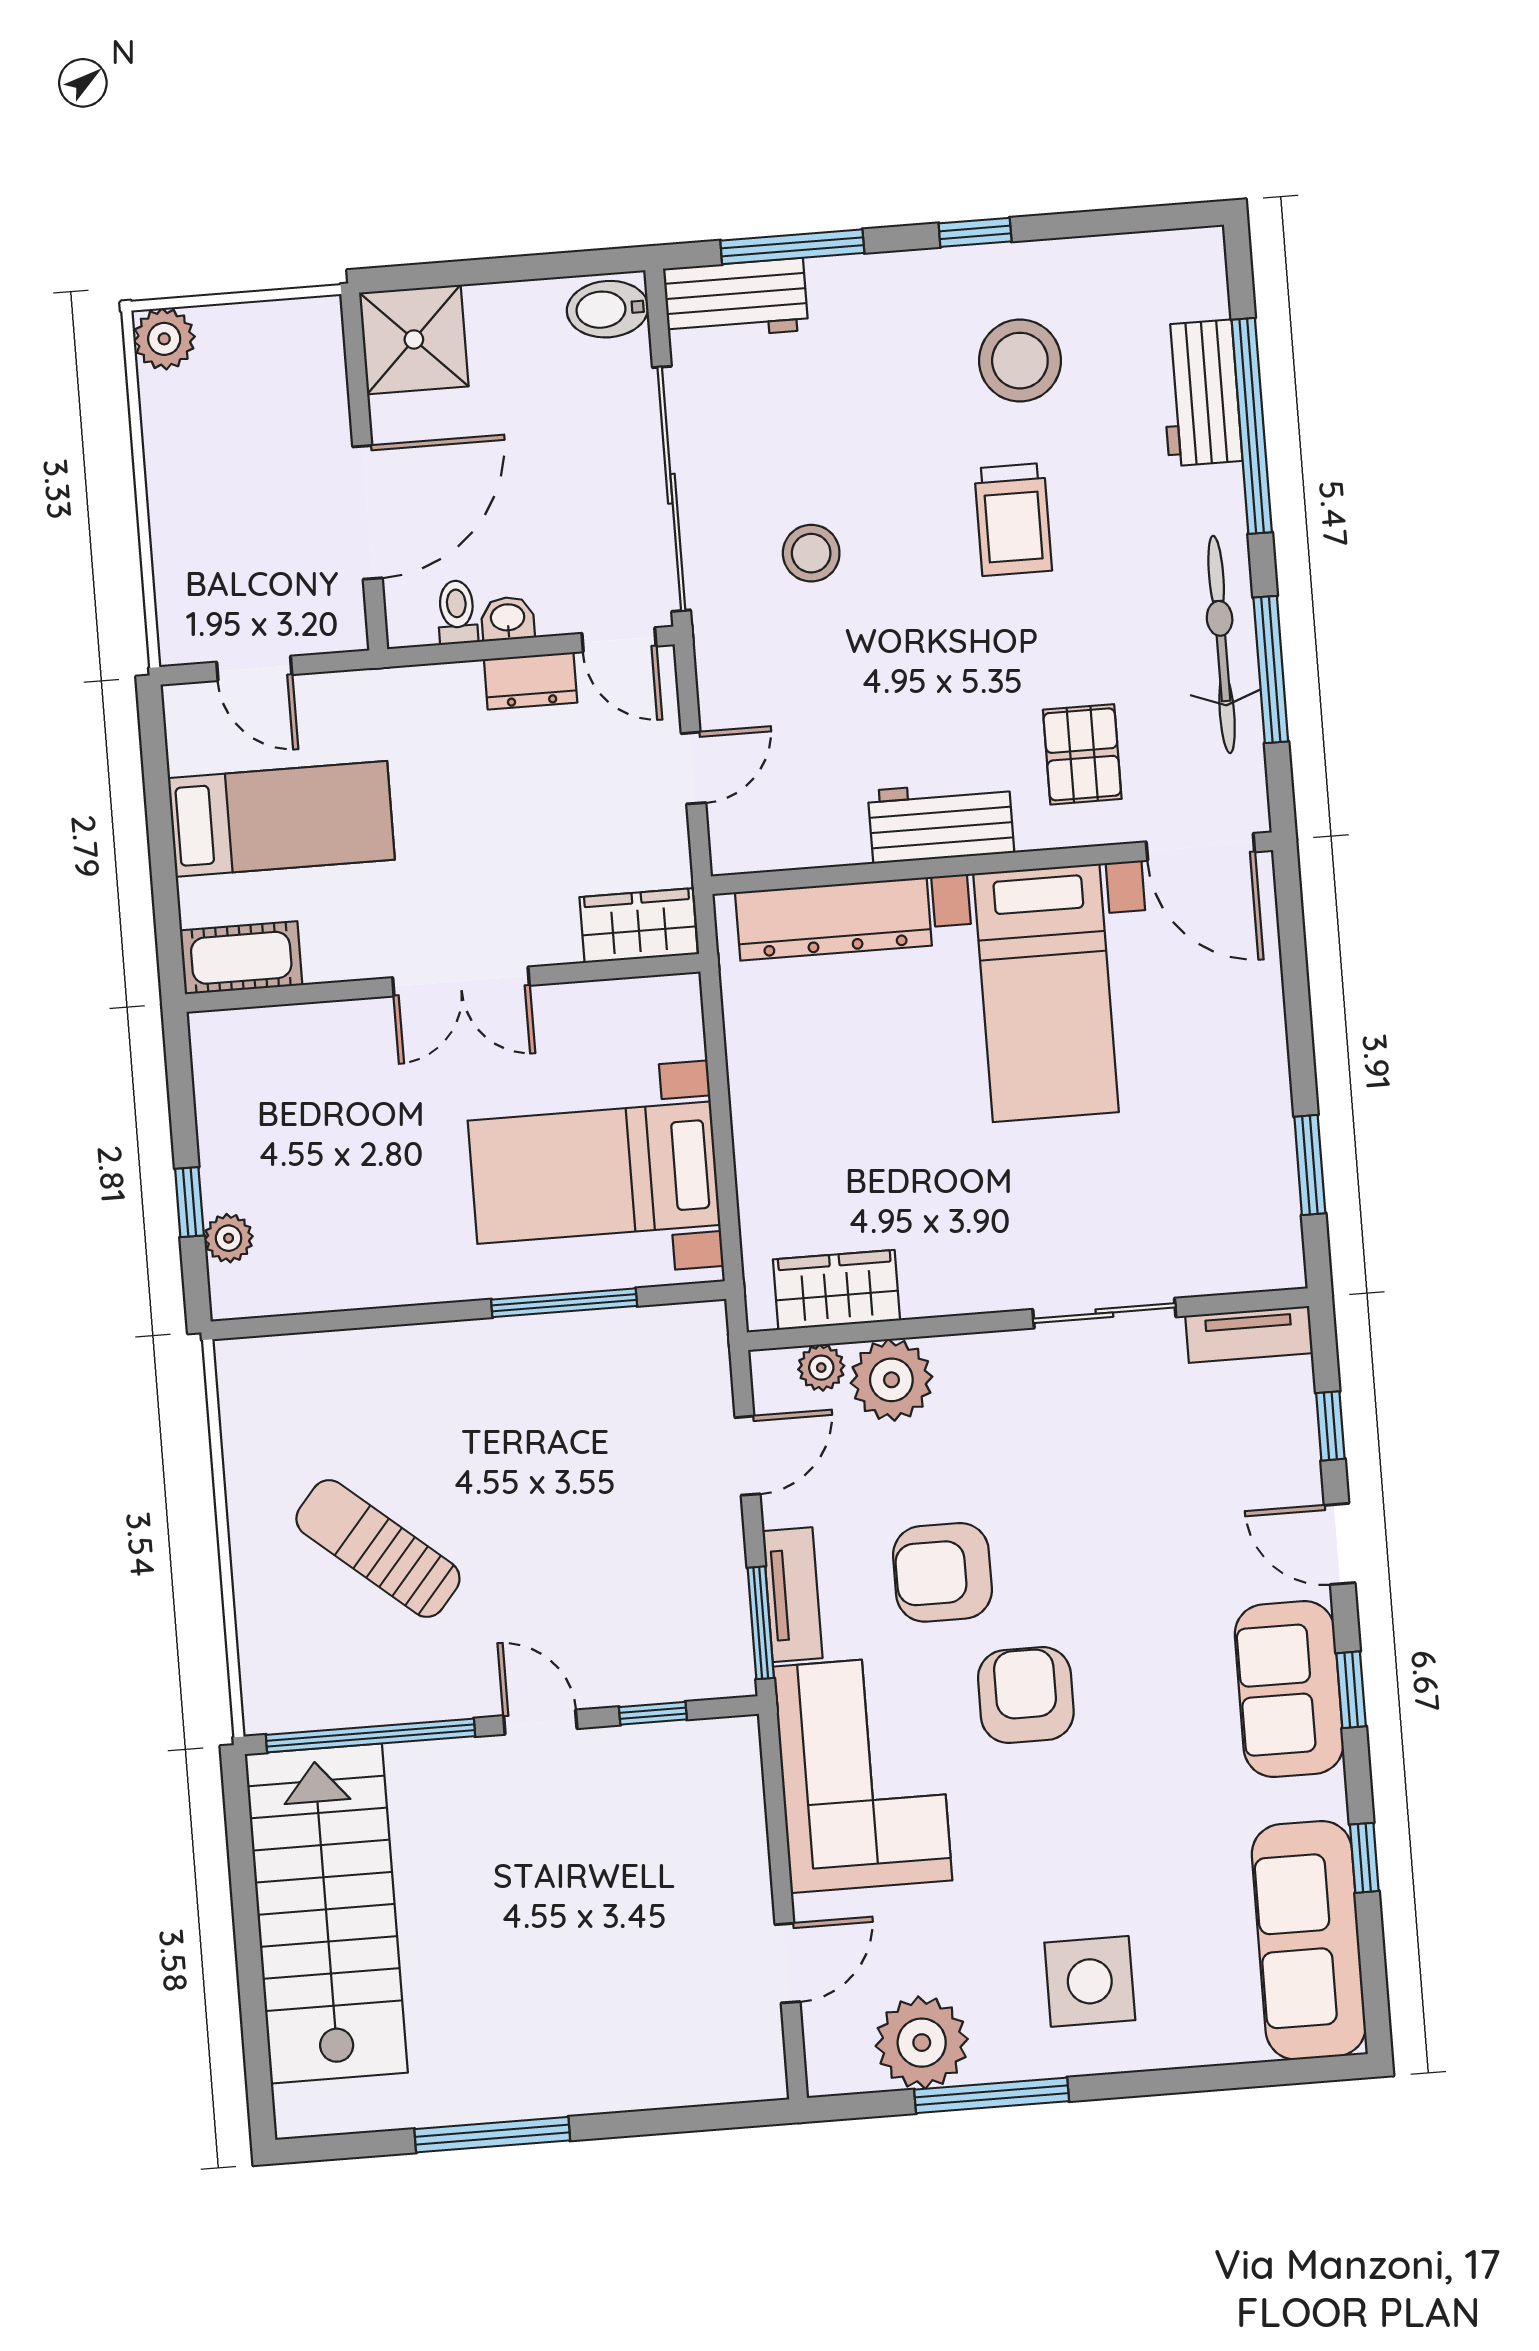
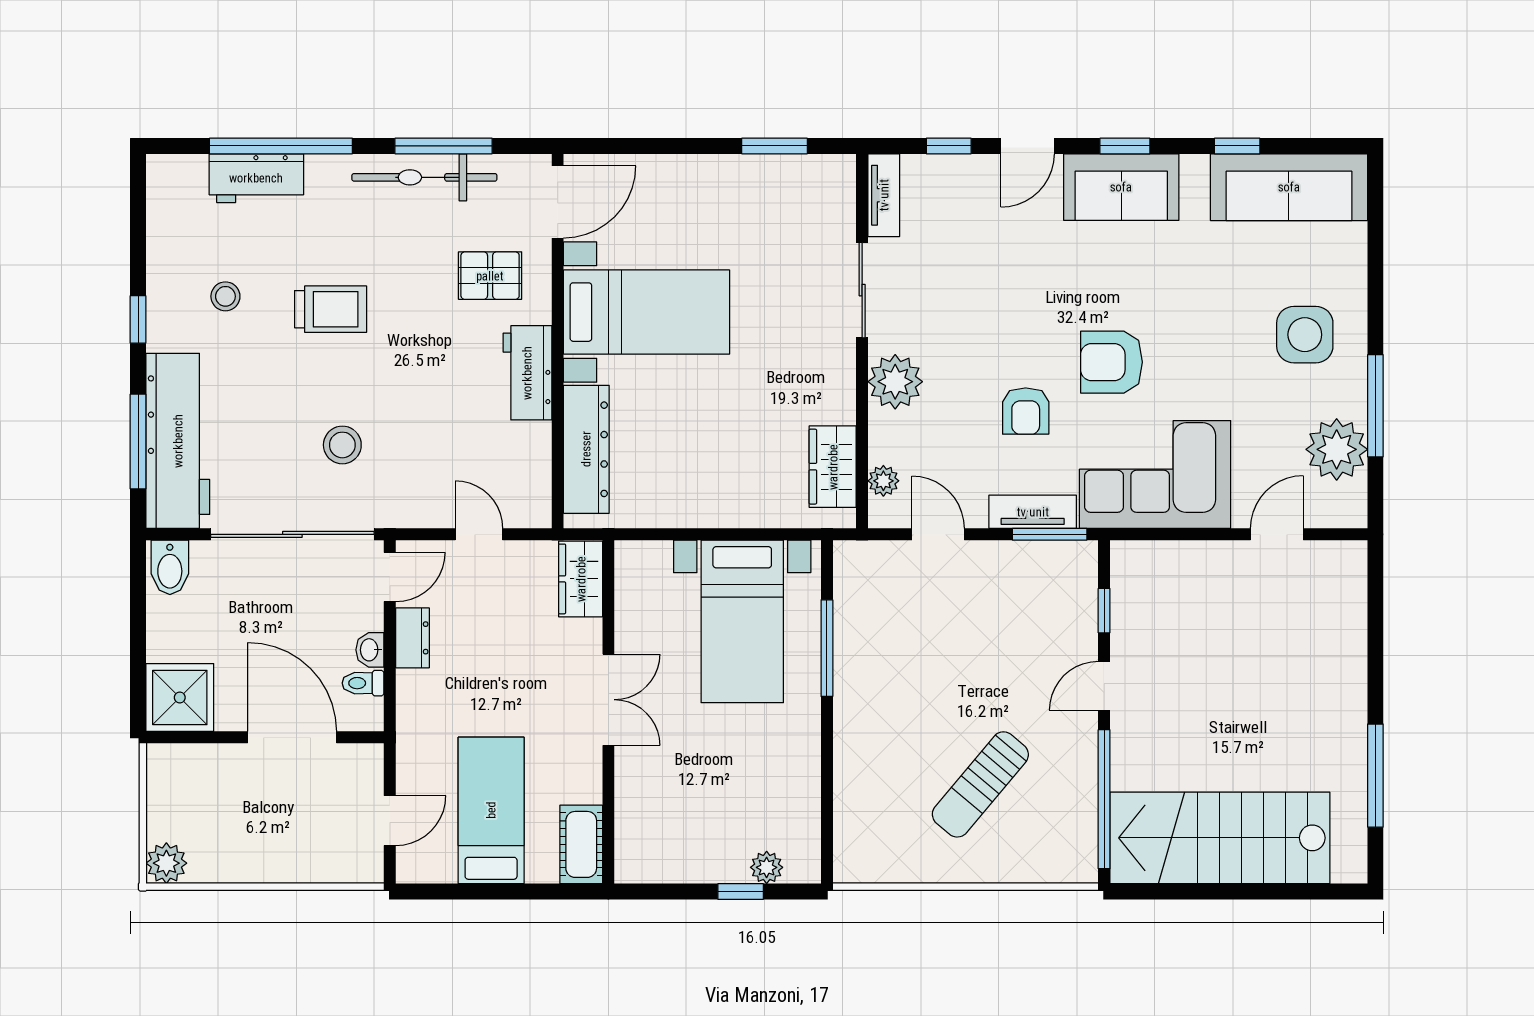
workbench: (736, 299) -> (178, 441), width x1.88, depth x1.32
stool: (1020, 361) -> (225, 296), width x0.53, depth x0.53
plant: (891, 1380) -> (895, 382), moved
armchair: (942, 1572) -> (1026, 411), width x0.72, depth x0.72
door: (787, 1963) -> (1277, 534), hinge flipped
window: (492, 2135) -> (1375, 776), moved

